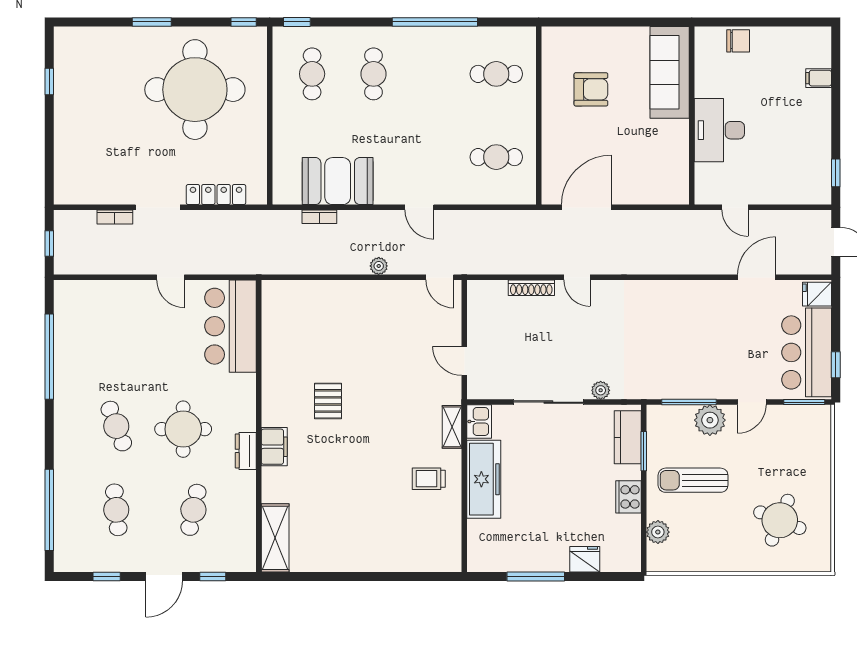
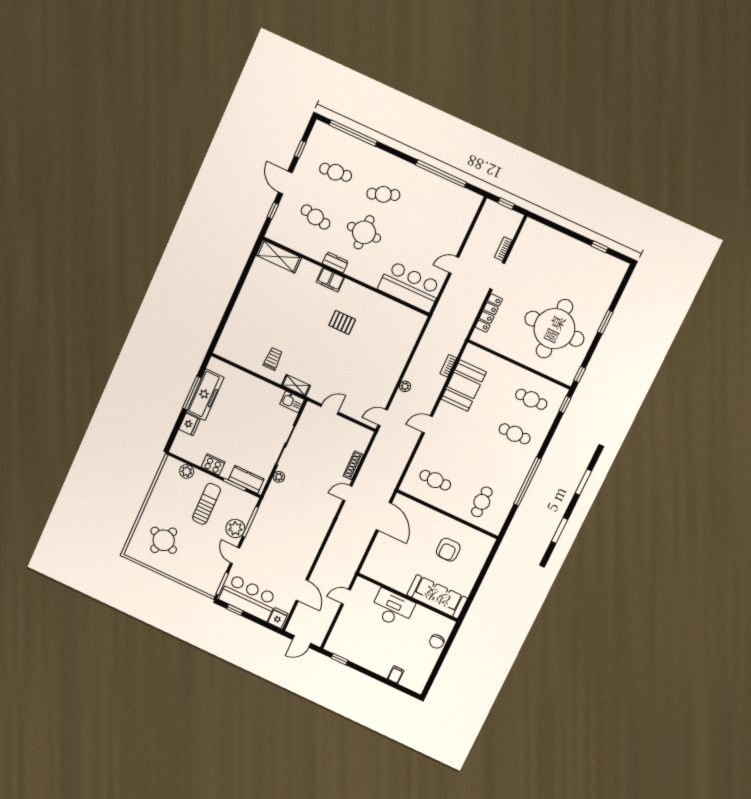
cafe table: (496, 157) -> (435, 480), turned 90
freezer: (484, 479) -> (205, 395), moved, turned -90

